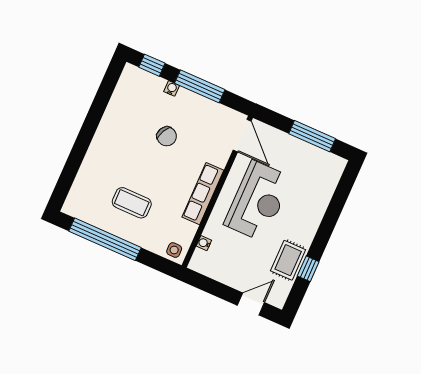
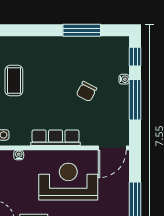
window: (96, 111) -> (82, 30), added
reception desk: (258, 201) -> (68, 182), turned 180
coffee table: (132, 203) -> (14, 81), moved

